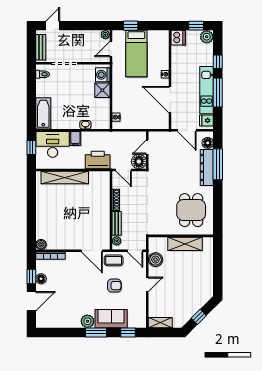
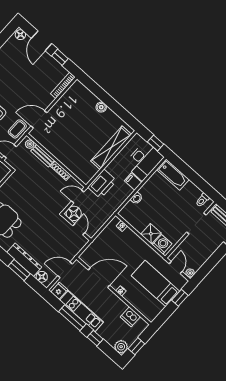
dishwasher: (178, 38) -> (130, 317), moved
window: (218, 164) -> (19, 270), width x0.69
boiler: (41, 244) -> (101, 107), moved
floor lamp: (41, 279) -> (20, 35), moved

